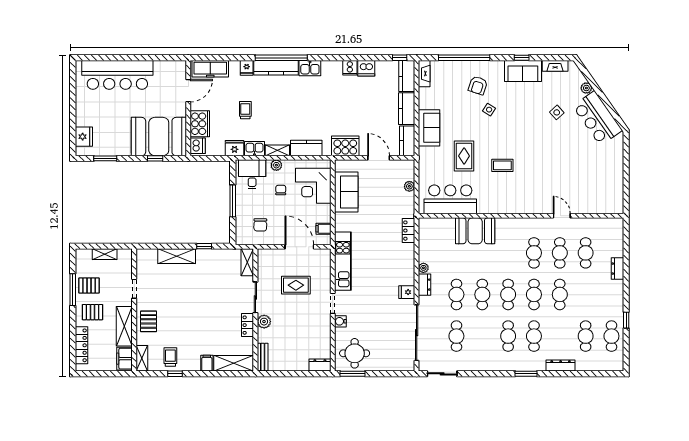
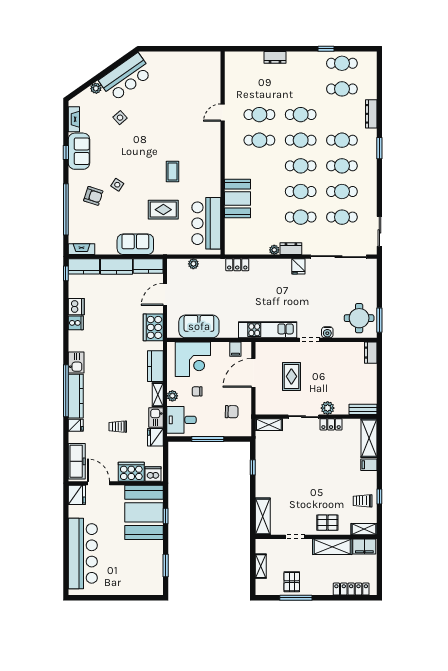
fridge: (84, 137) -> (77, 495), moved, turned 90
cafe table: (586, 253) -> (342, 191), moved
shelving: (177, 256) -> (263, 516), moved
pallet: (92, 312) -> (318, 578), removed

